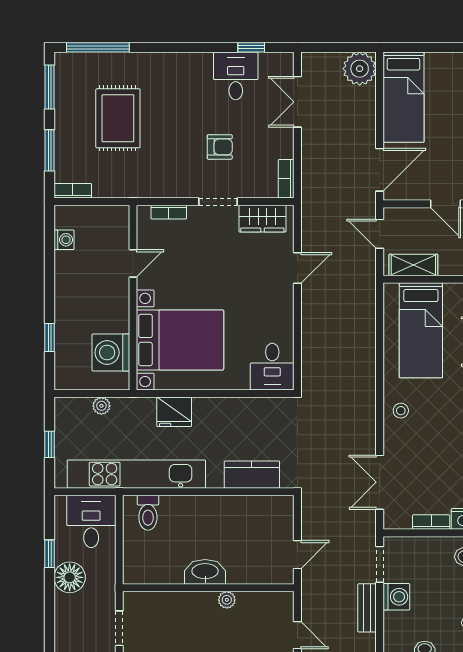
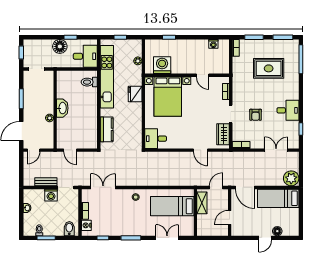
desk: (236, 76) -> (288, 110), moved

